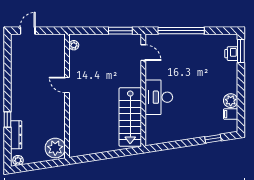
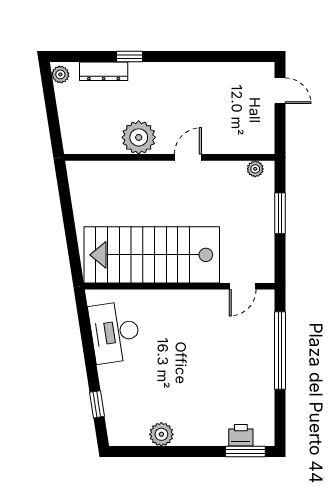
window: (120, 31) -> (280, 213), moved
desk: (159, 97) -> (115, 332), moved, turned -99
filing cabinet: (231, 114) -> (139, 434), removed
stairs: (130, 117) -> (152, 255), width x1.36, depth x1.51
plant: (55, 148) -> (139, 137), moved

